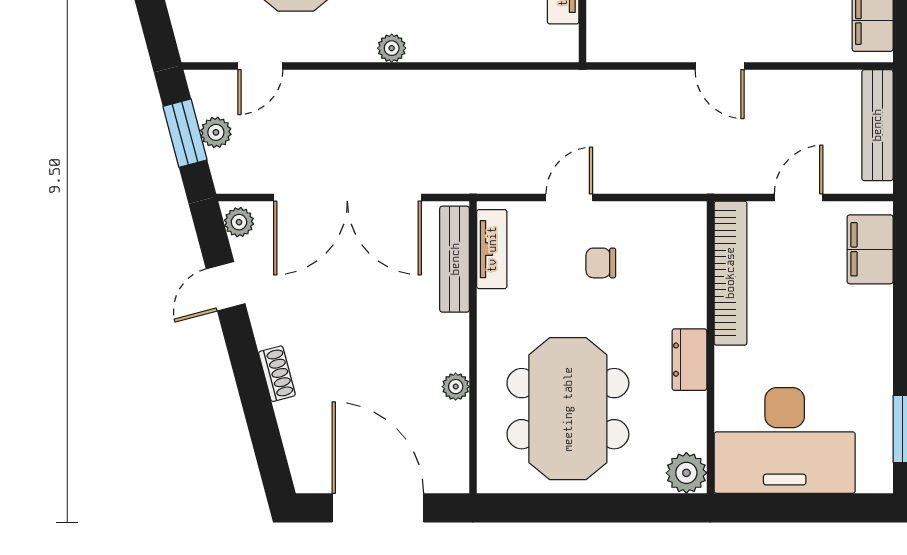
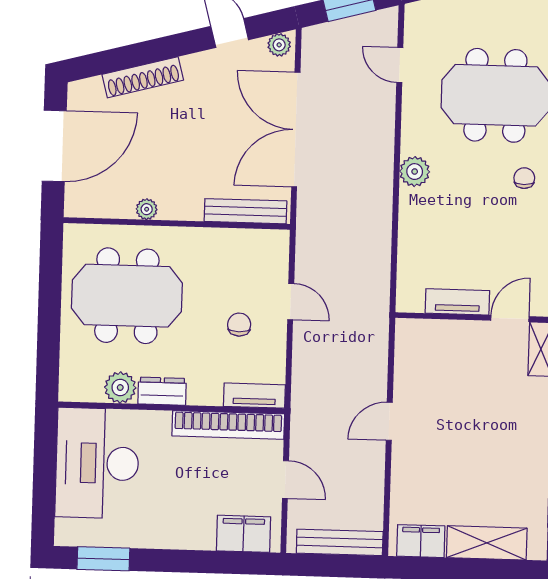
plant: (392, 48) -> (415, 172), width x1.38, depth x1.38
plant: (216, 132) -> (349, 29), removed
tv unit: (492, 249) -> (254, 396), moved, turned 180
shoe rack: (277, 374) -> (143, 77), width x1.94, depth x1.24
plant: (686, 473) -> (120, 388), moved

